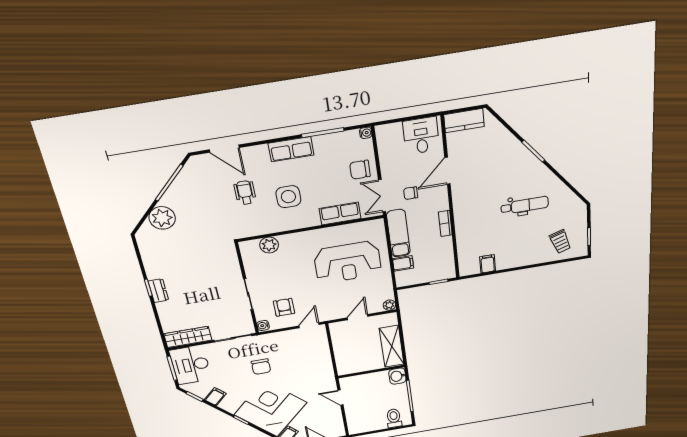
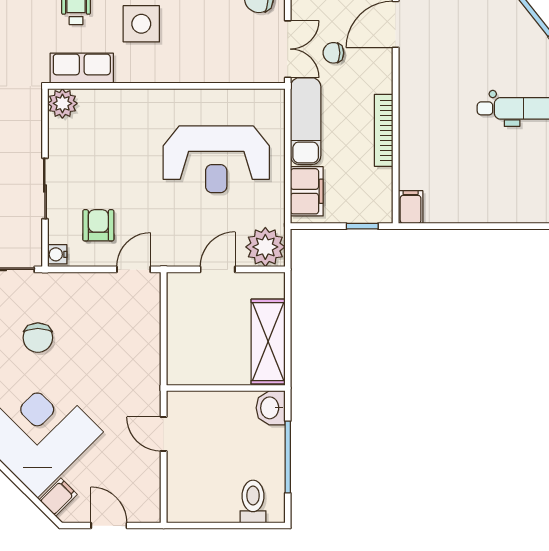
double door: (382, 196) -> (288, 49), swing flipped
row of seats: (340, 214) -> (82, 68), moved
bookcase: (445, 223) -> (384, 130), width x1.56
plant: (269, 245) -> (62, 103), moved
filing cabinet: (403, 263) -> (307, 191), width x2.00
filing cabinet: (488, 264) -> (411, 207), moved
plant: (389, 305) -> (265, 247), width x1.88, depth x1.88

